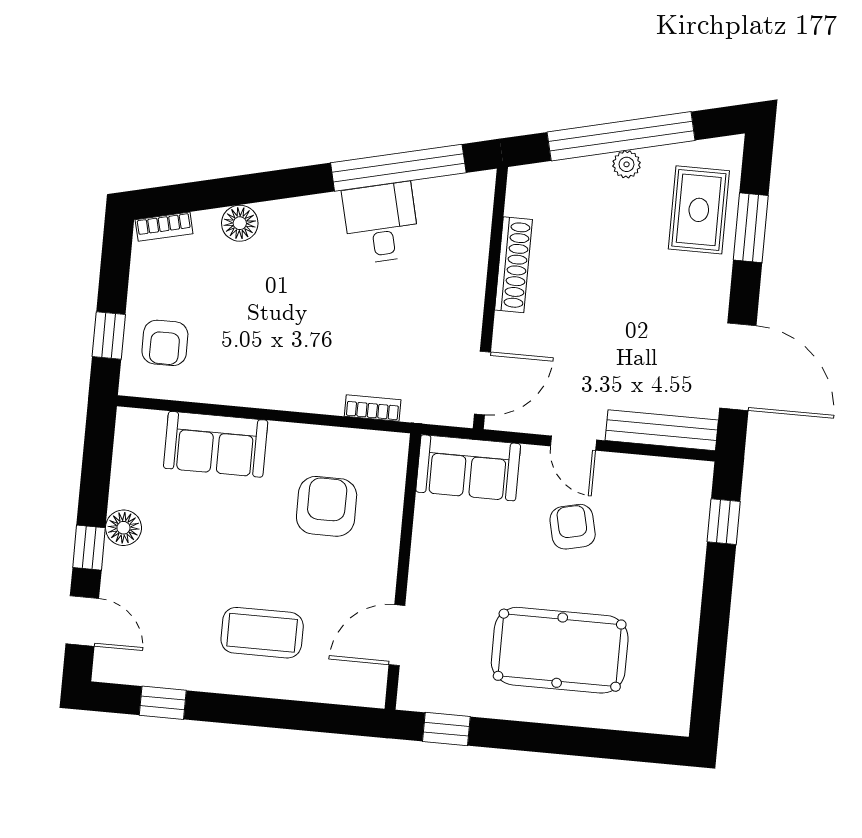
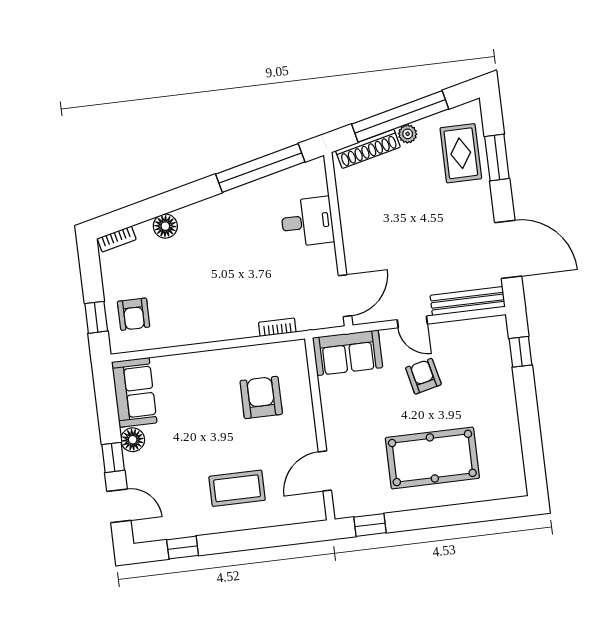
desk: (381, 223) -> (307, 222), moved, turned 103
shoe rack: (513, 265) -> (368, 149), moved, turned 77
sofa: (216, 444) -> (134, 392), moved, turned -90

